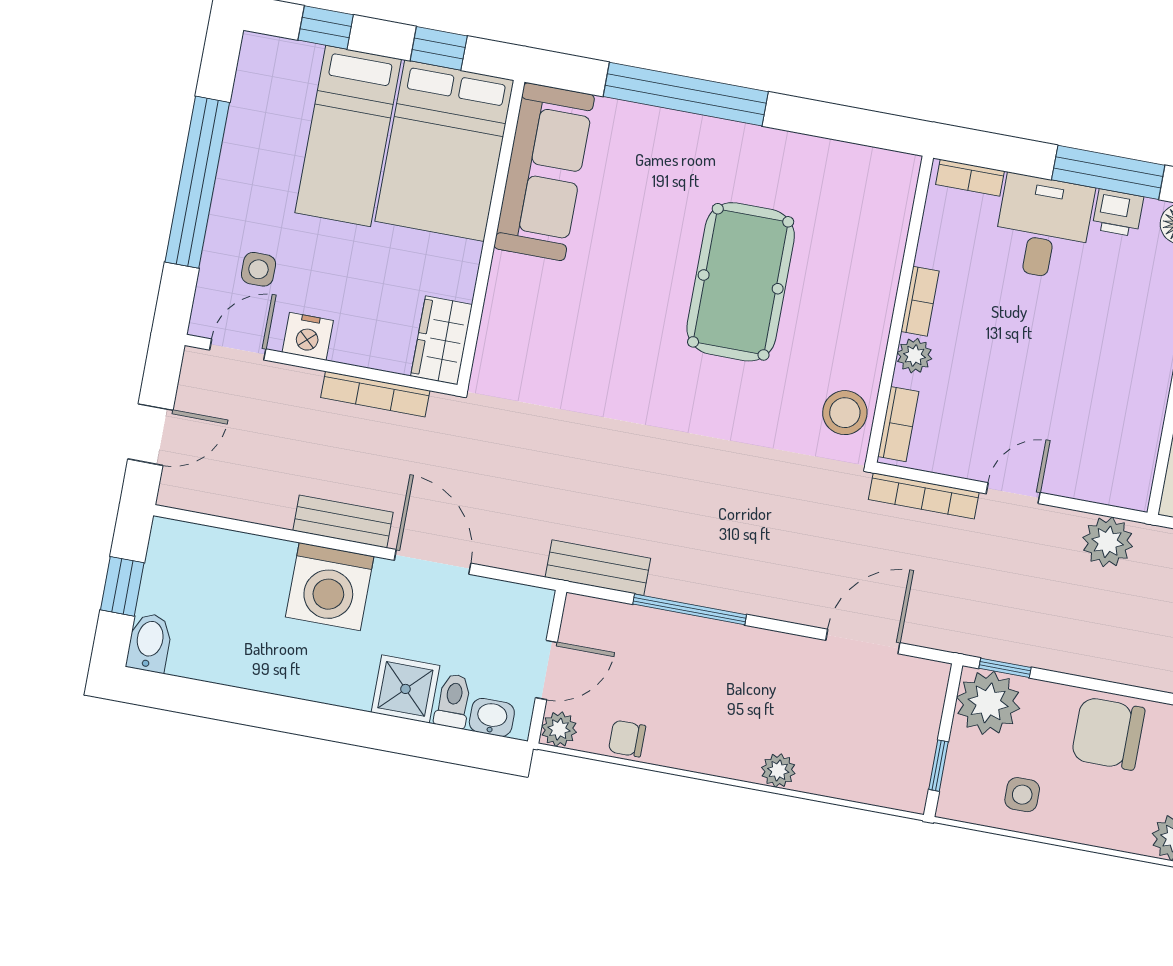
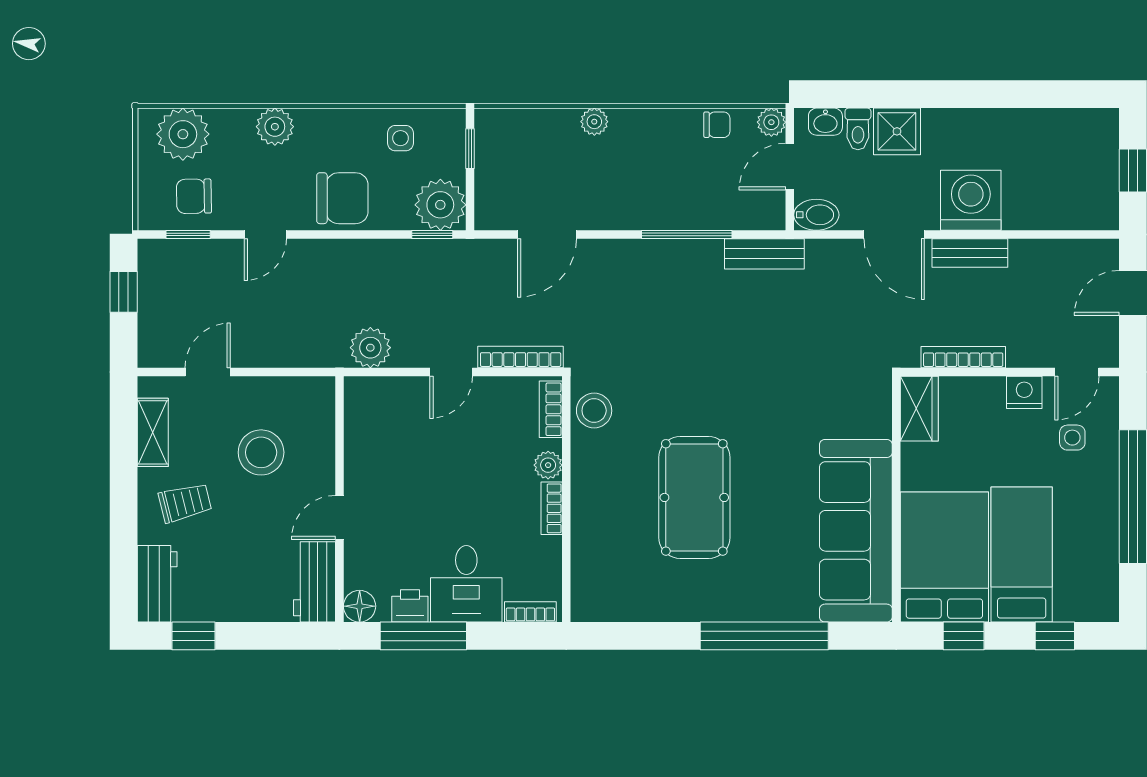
sofa: (544, 172) -> (856, 531), width x1.36, depth x1.27
bidet: (149, 643) -> (816, 215), moved, turned -90

